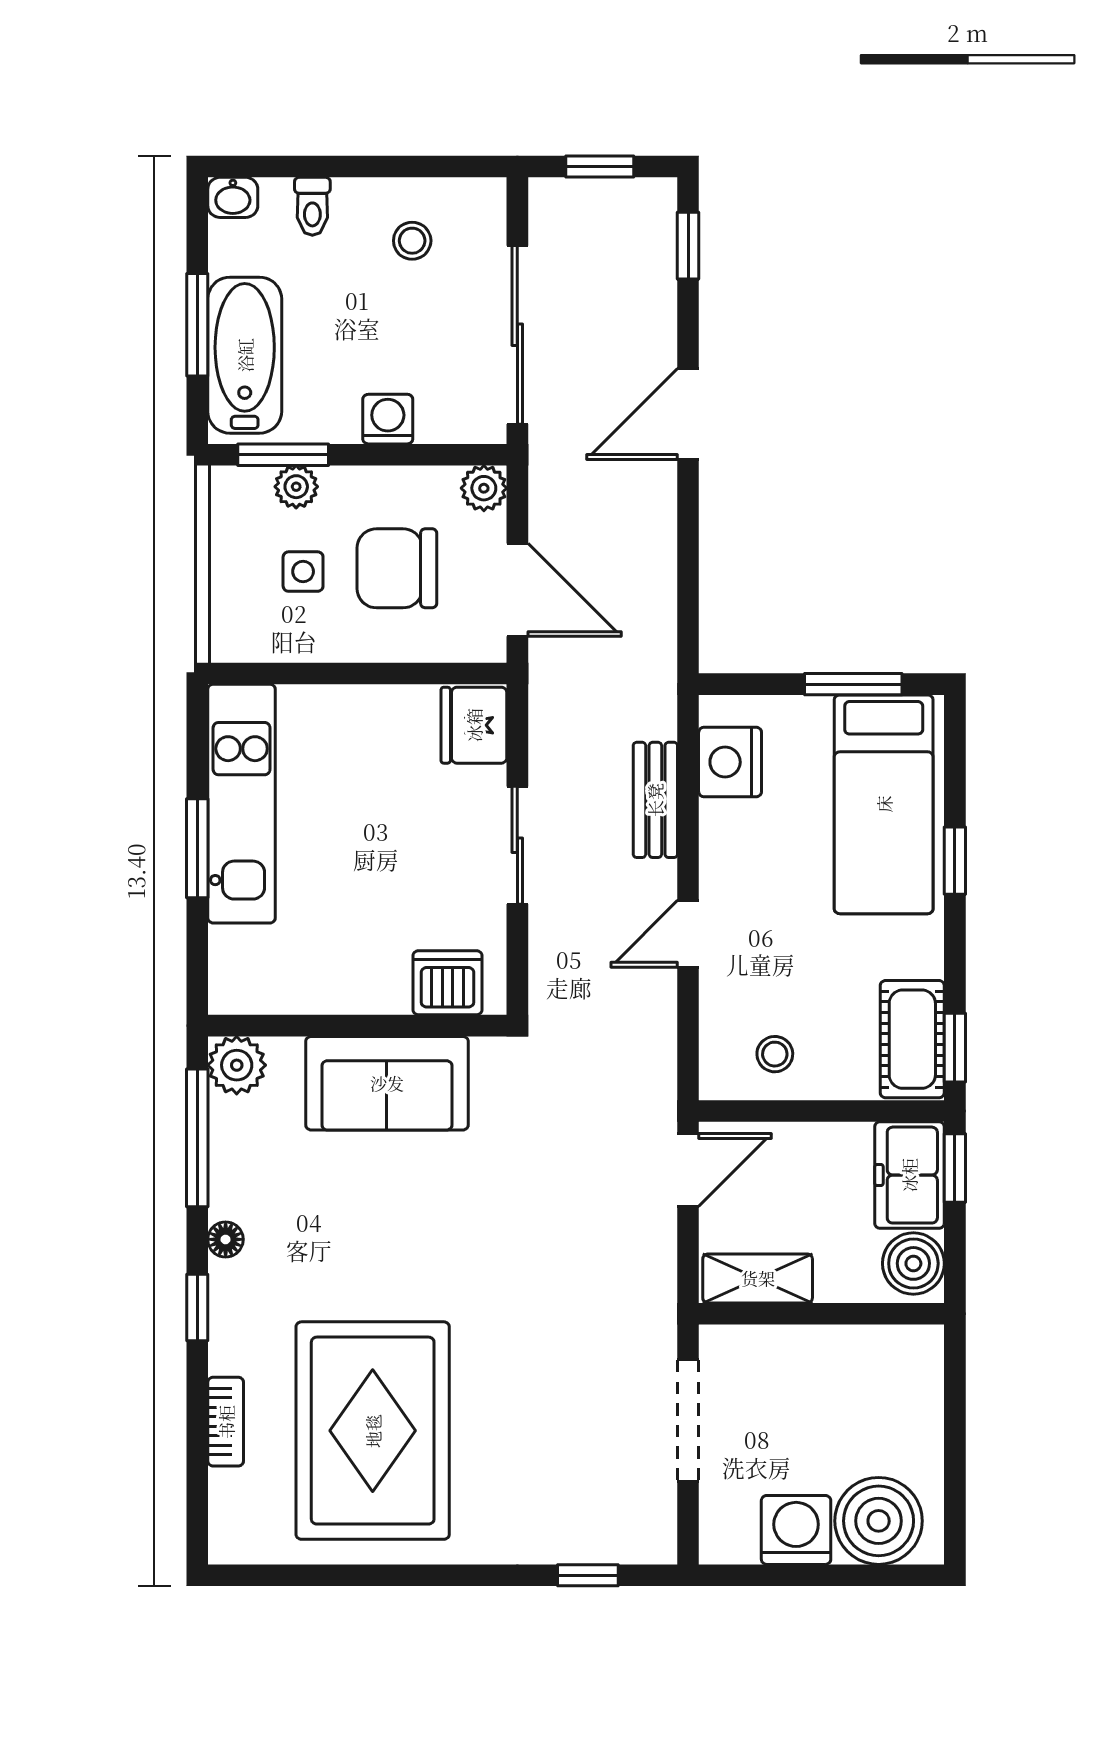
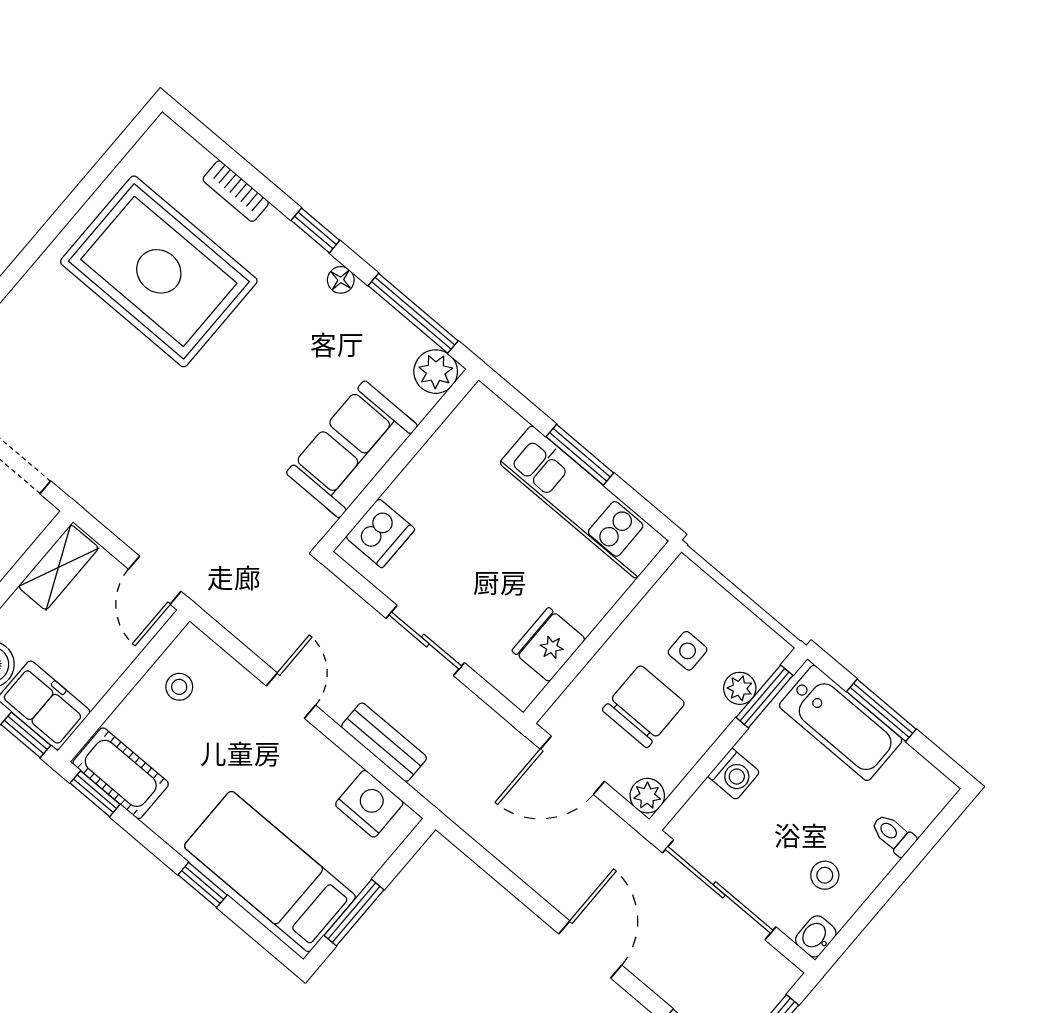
washbasin: (233, 197) -> (816, 936), moved
fridge: (474, 725) -> (549, 645), moved, turned -90

